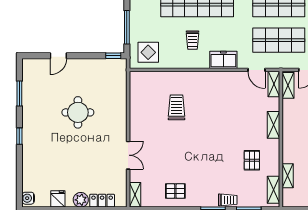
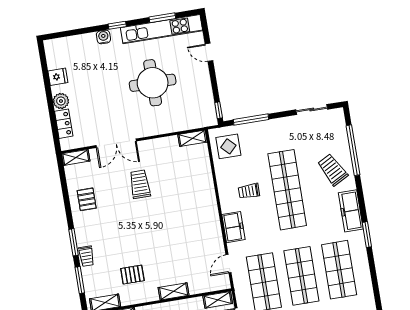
shelving: (274, 84) -> (192, 138), moved
kitchen unit: (30, 96) -> (162, 29), added
trolley: (176, 107) -> (140, 184), moved, turned -90
round table: (78, 112) -> (153, 83), width x1.36, depth x1.36
double door: (128, 155) -> (116, 143), width x1.37
water cooler: (28, 198) -> (103, 37), moved

